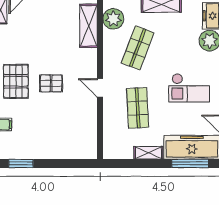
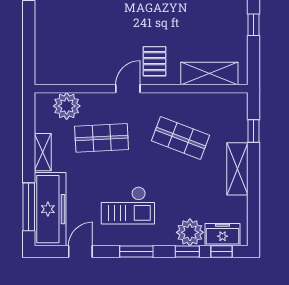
plant: (113, 19) -> (67, 106), moved
pallet: (51, 83) -> (154, 61), moved
checkout: (189, 88) -> (128, 205), turned -90

